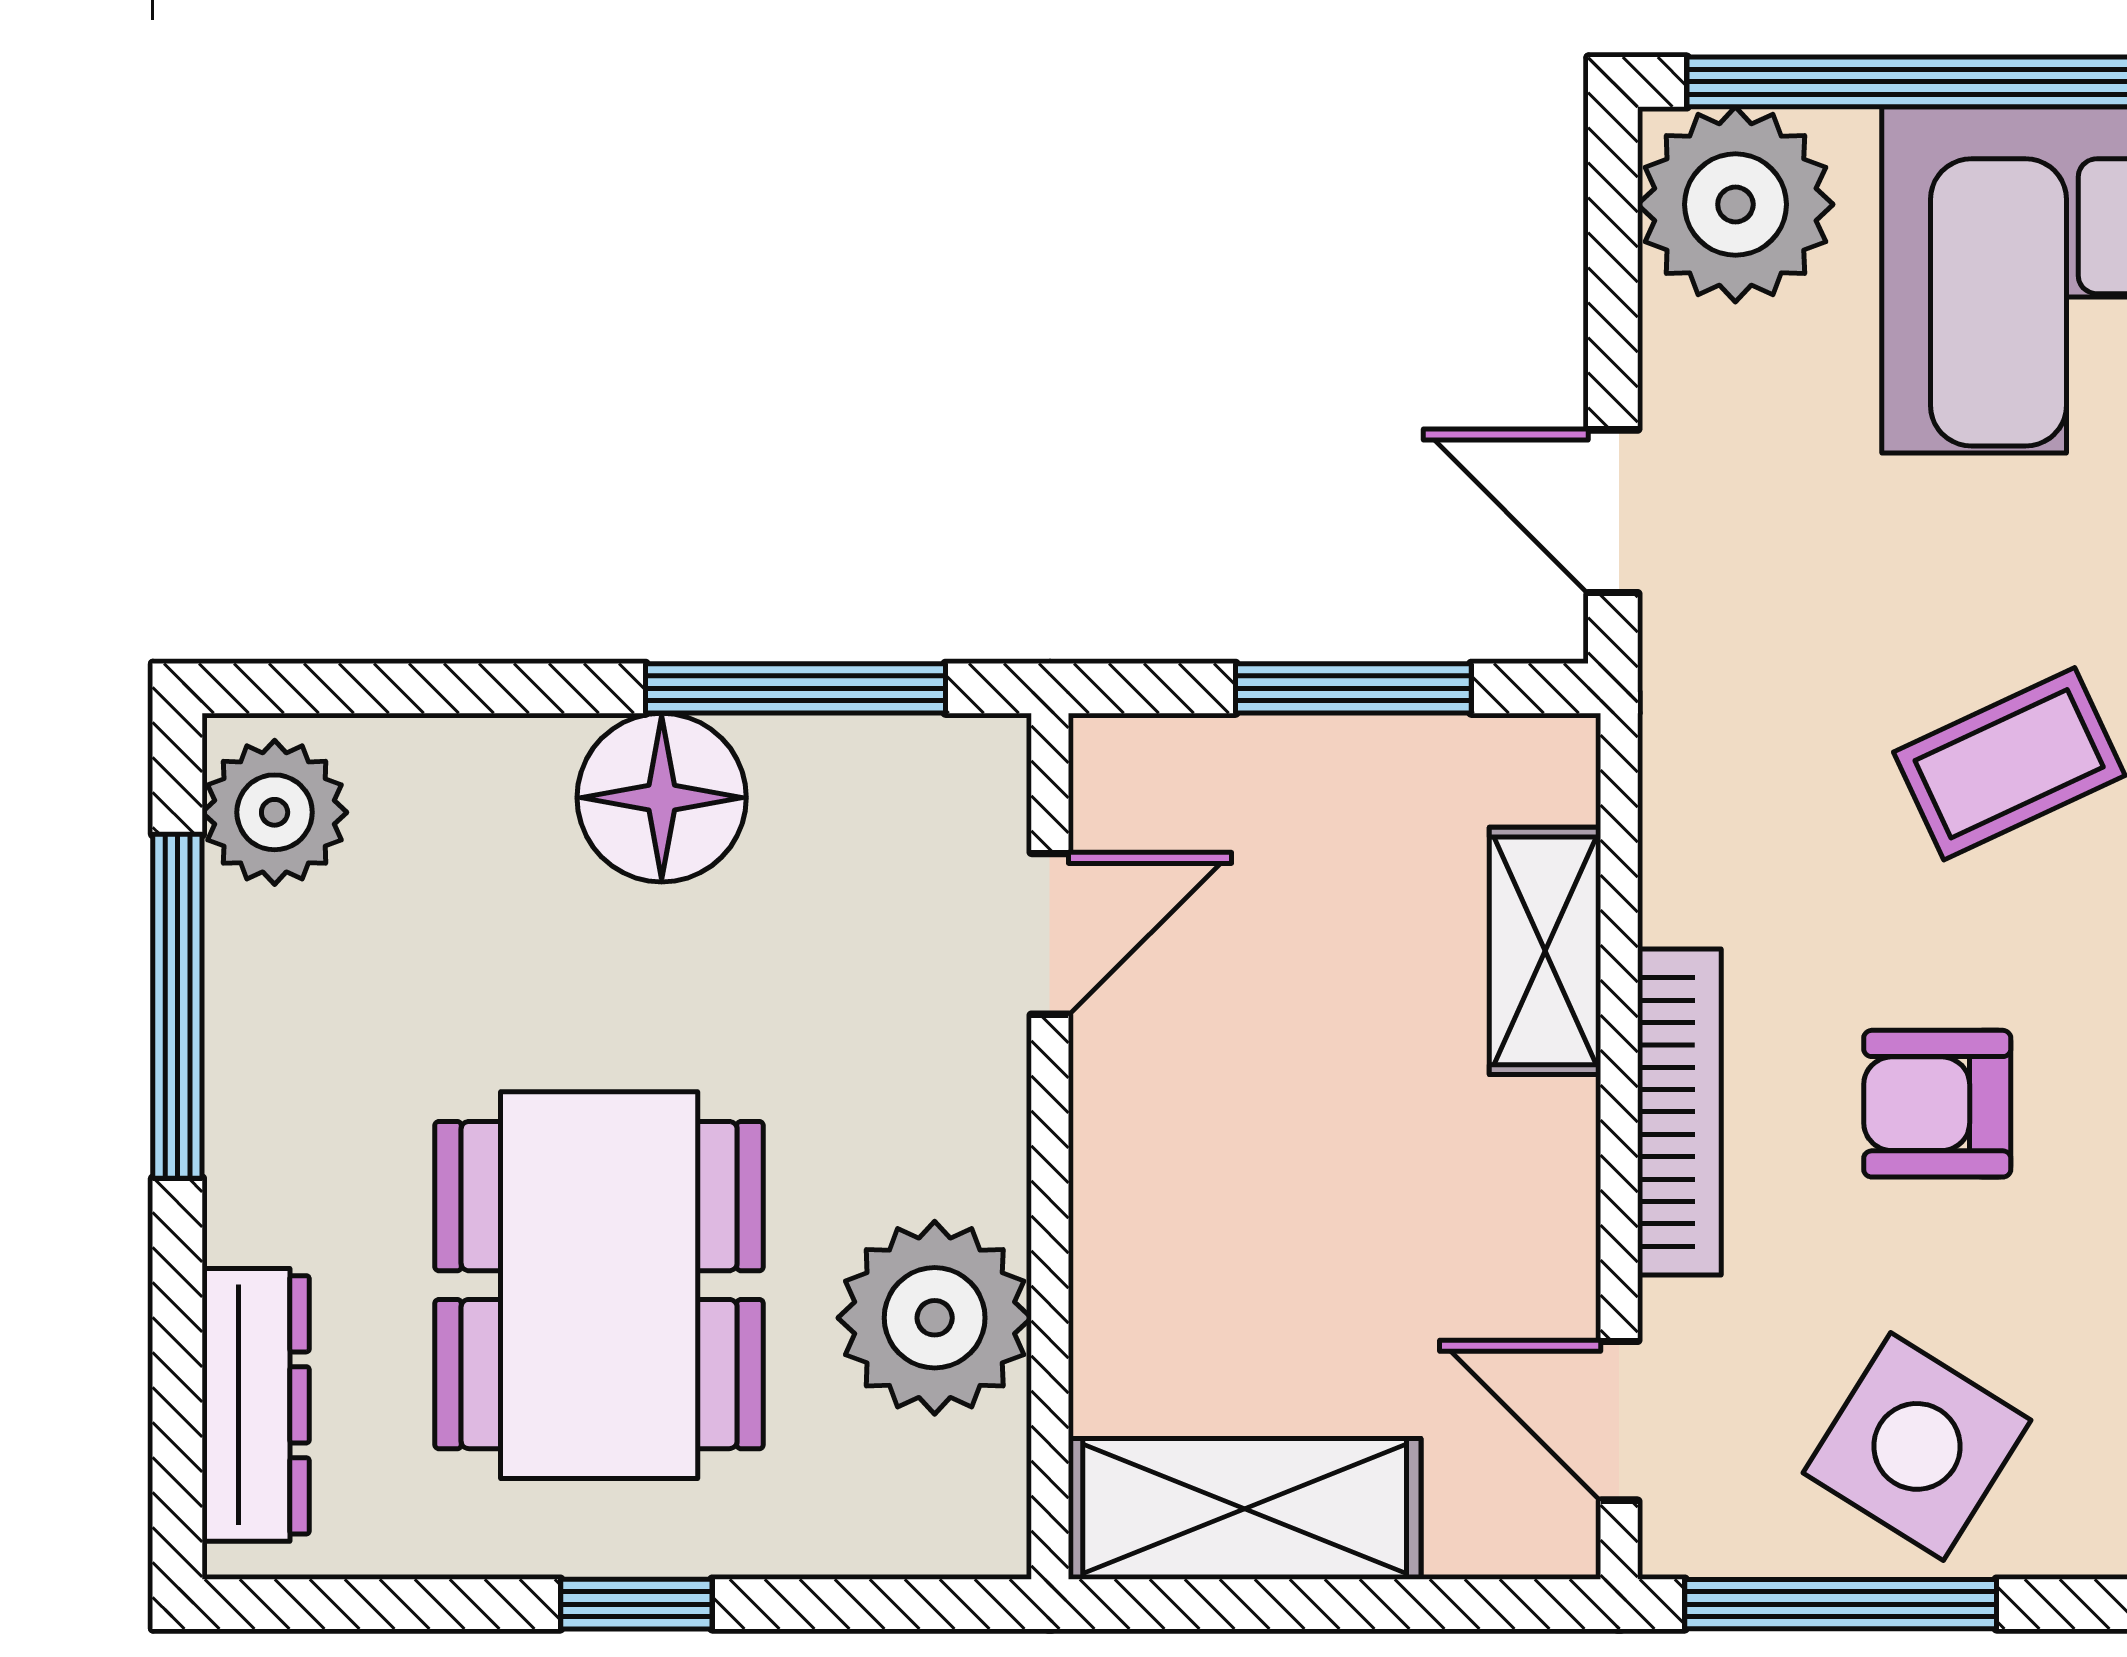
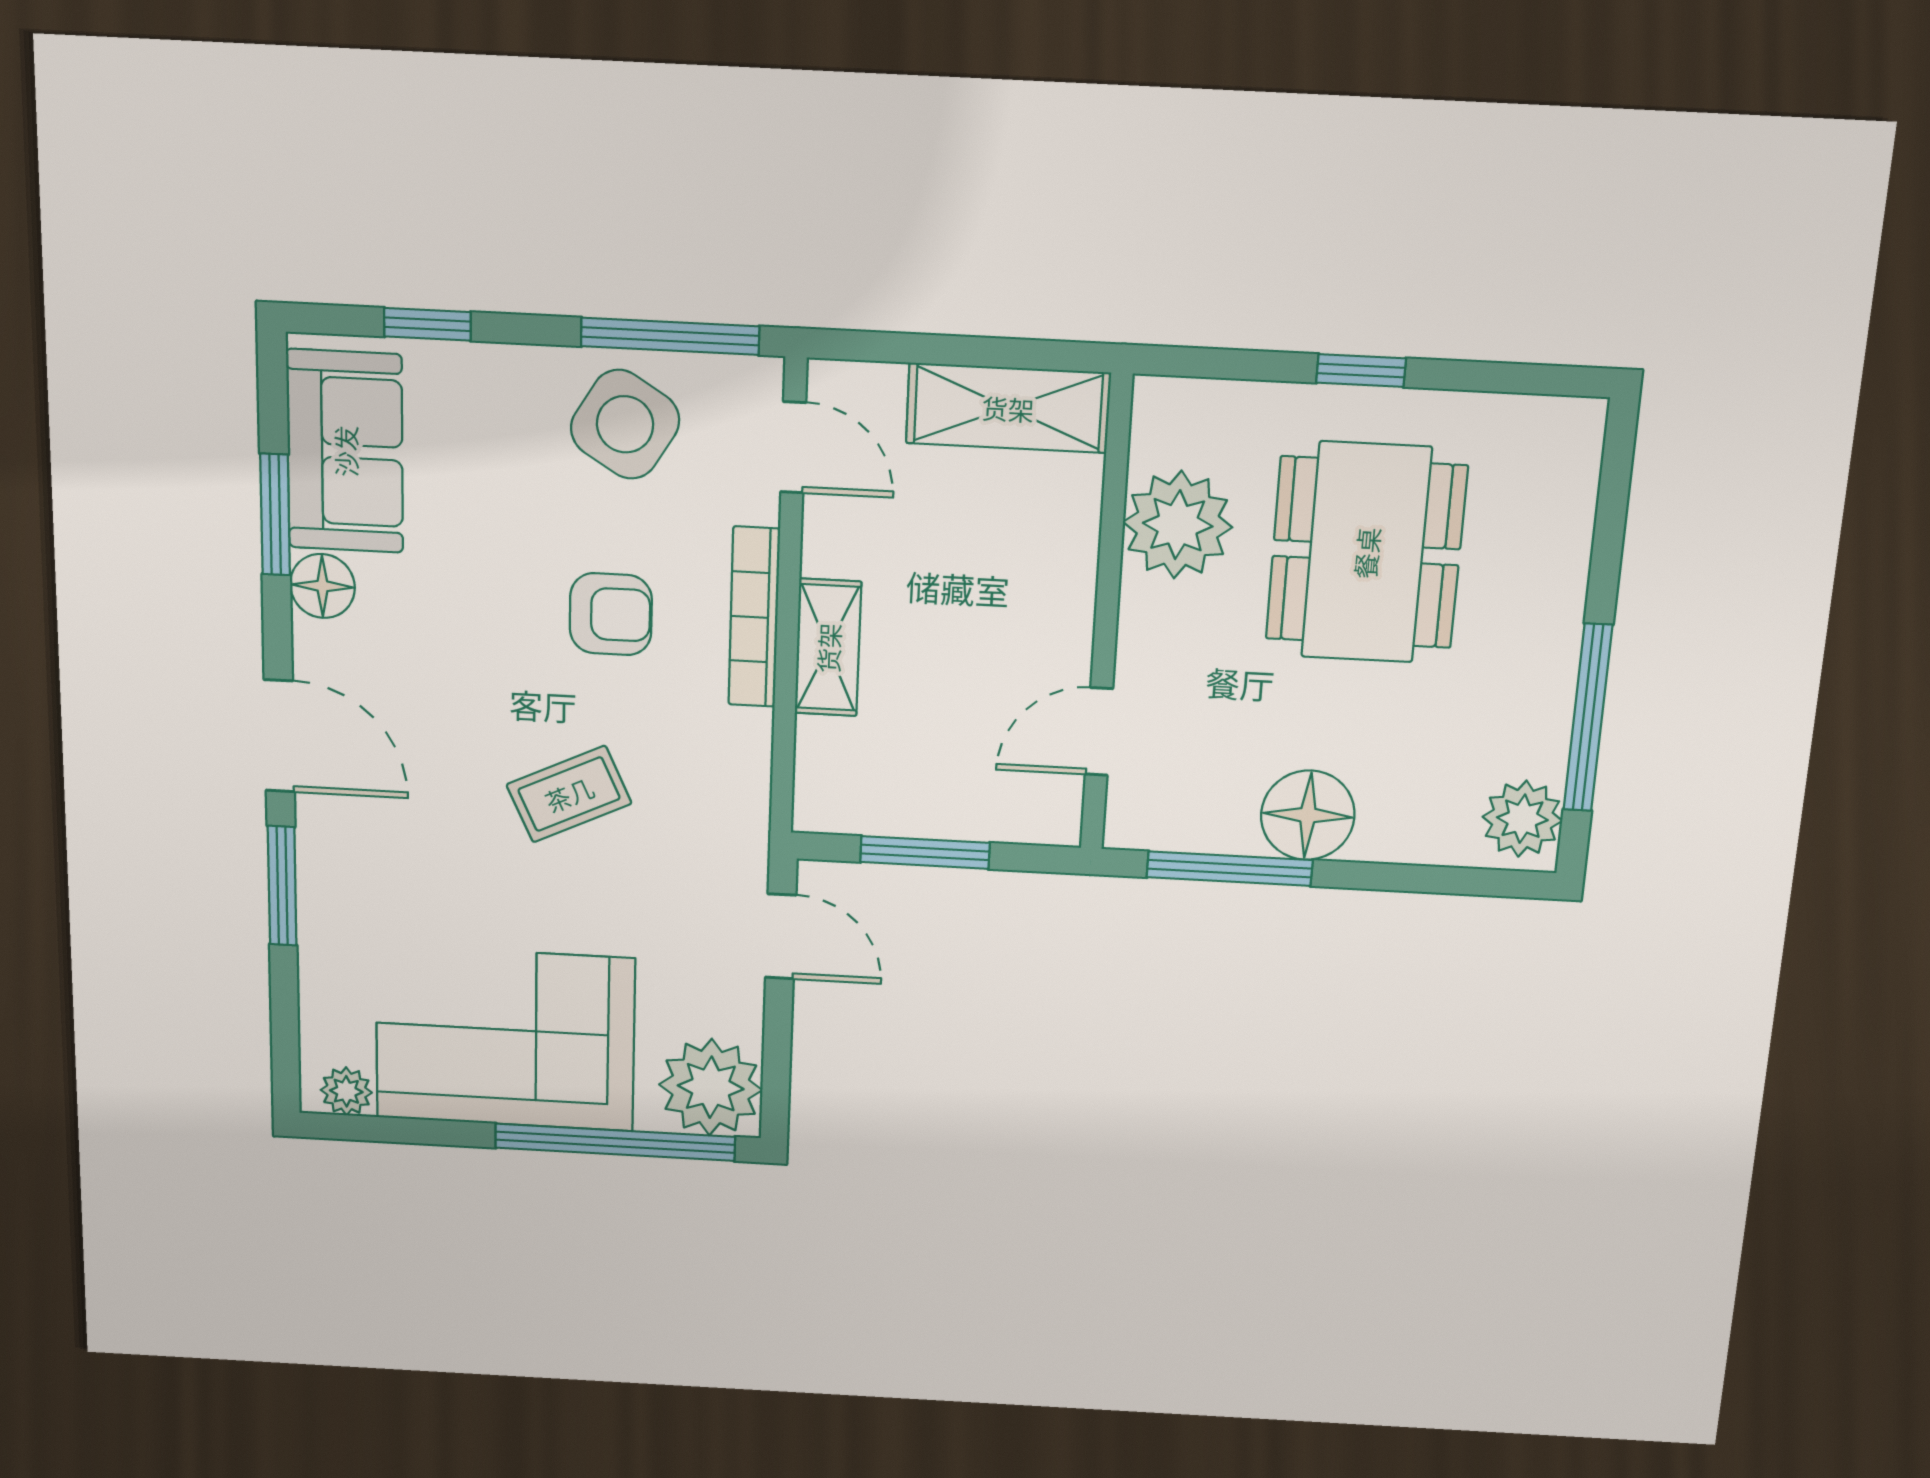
shelving: (1545, 951) -> (828, 648), moved
dresser: (256, 1405) -> (1568, 495), removed

